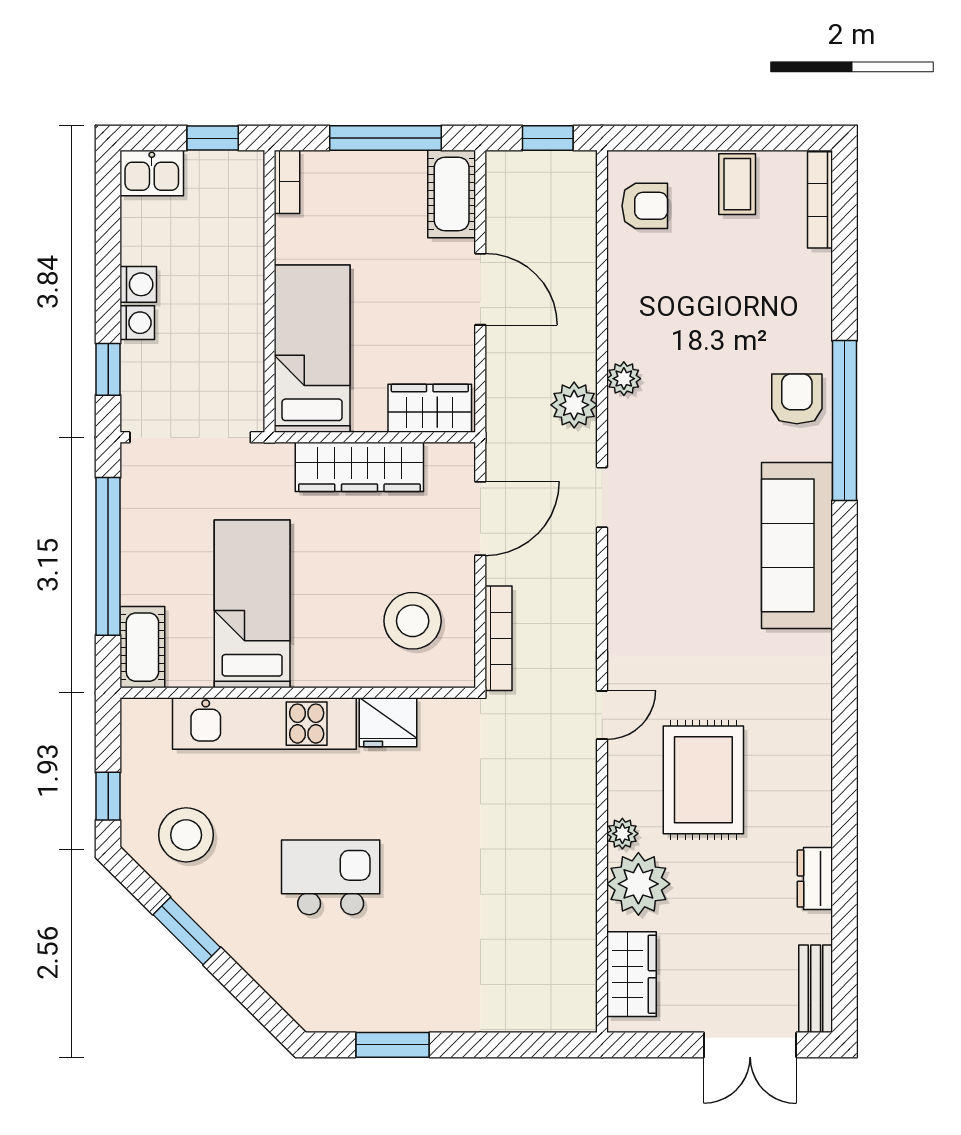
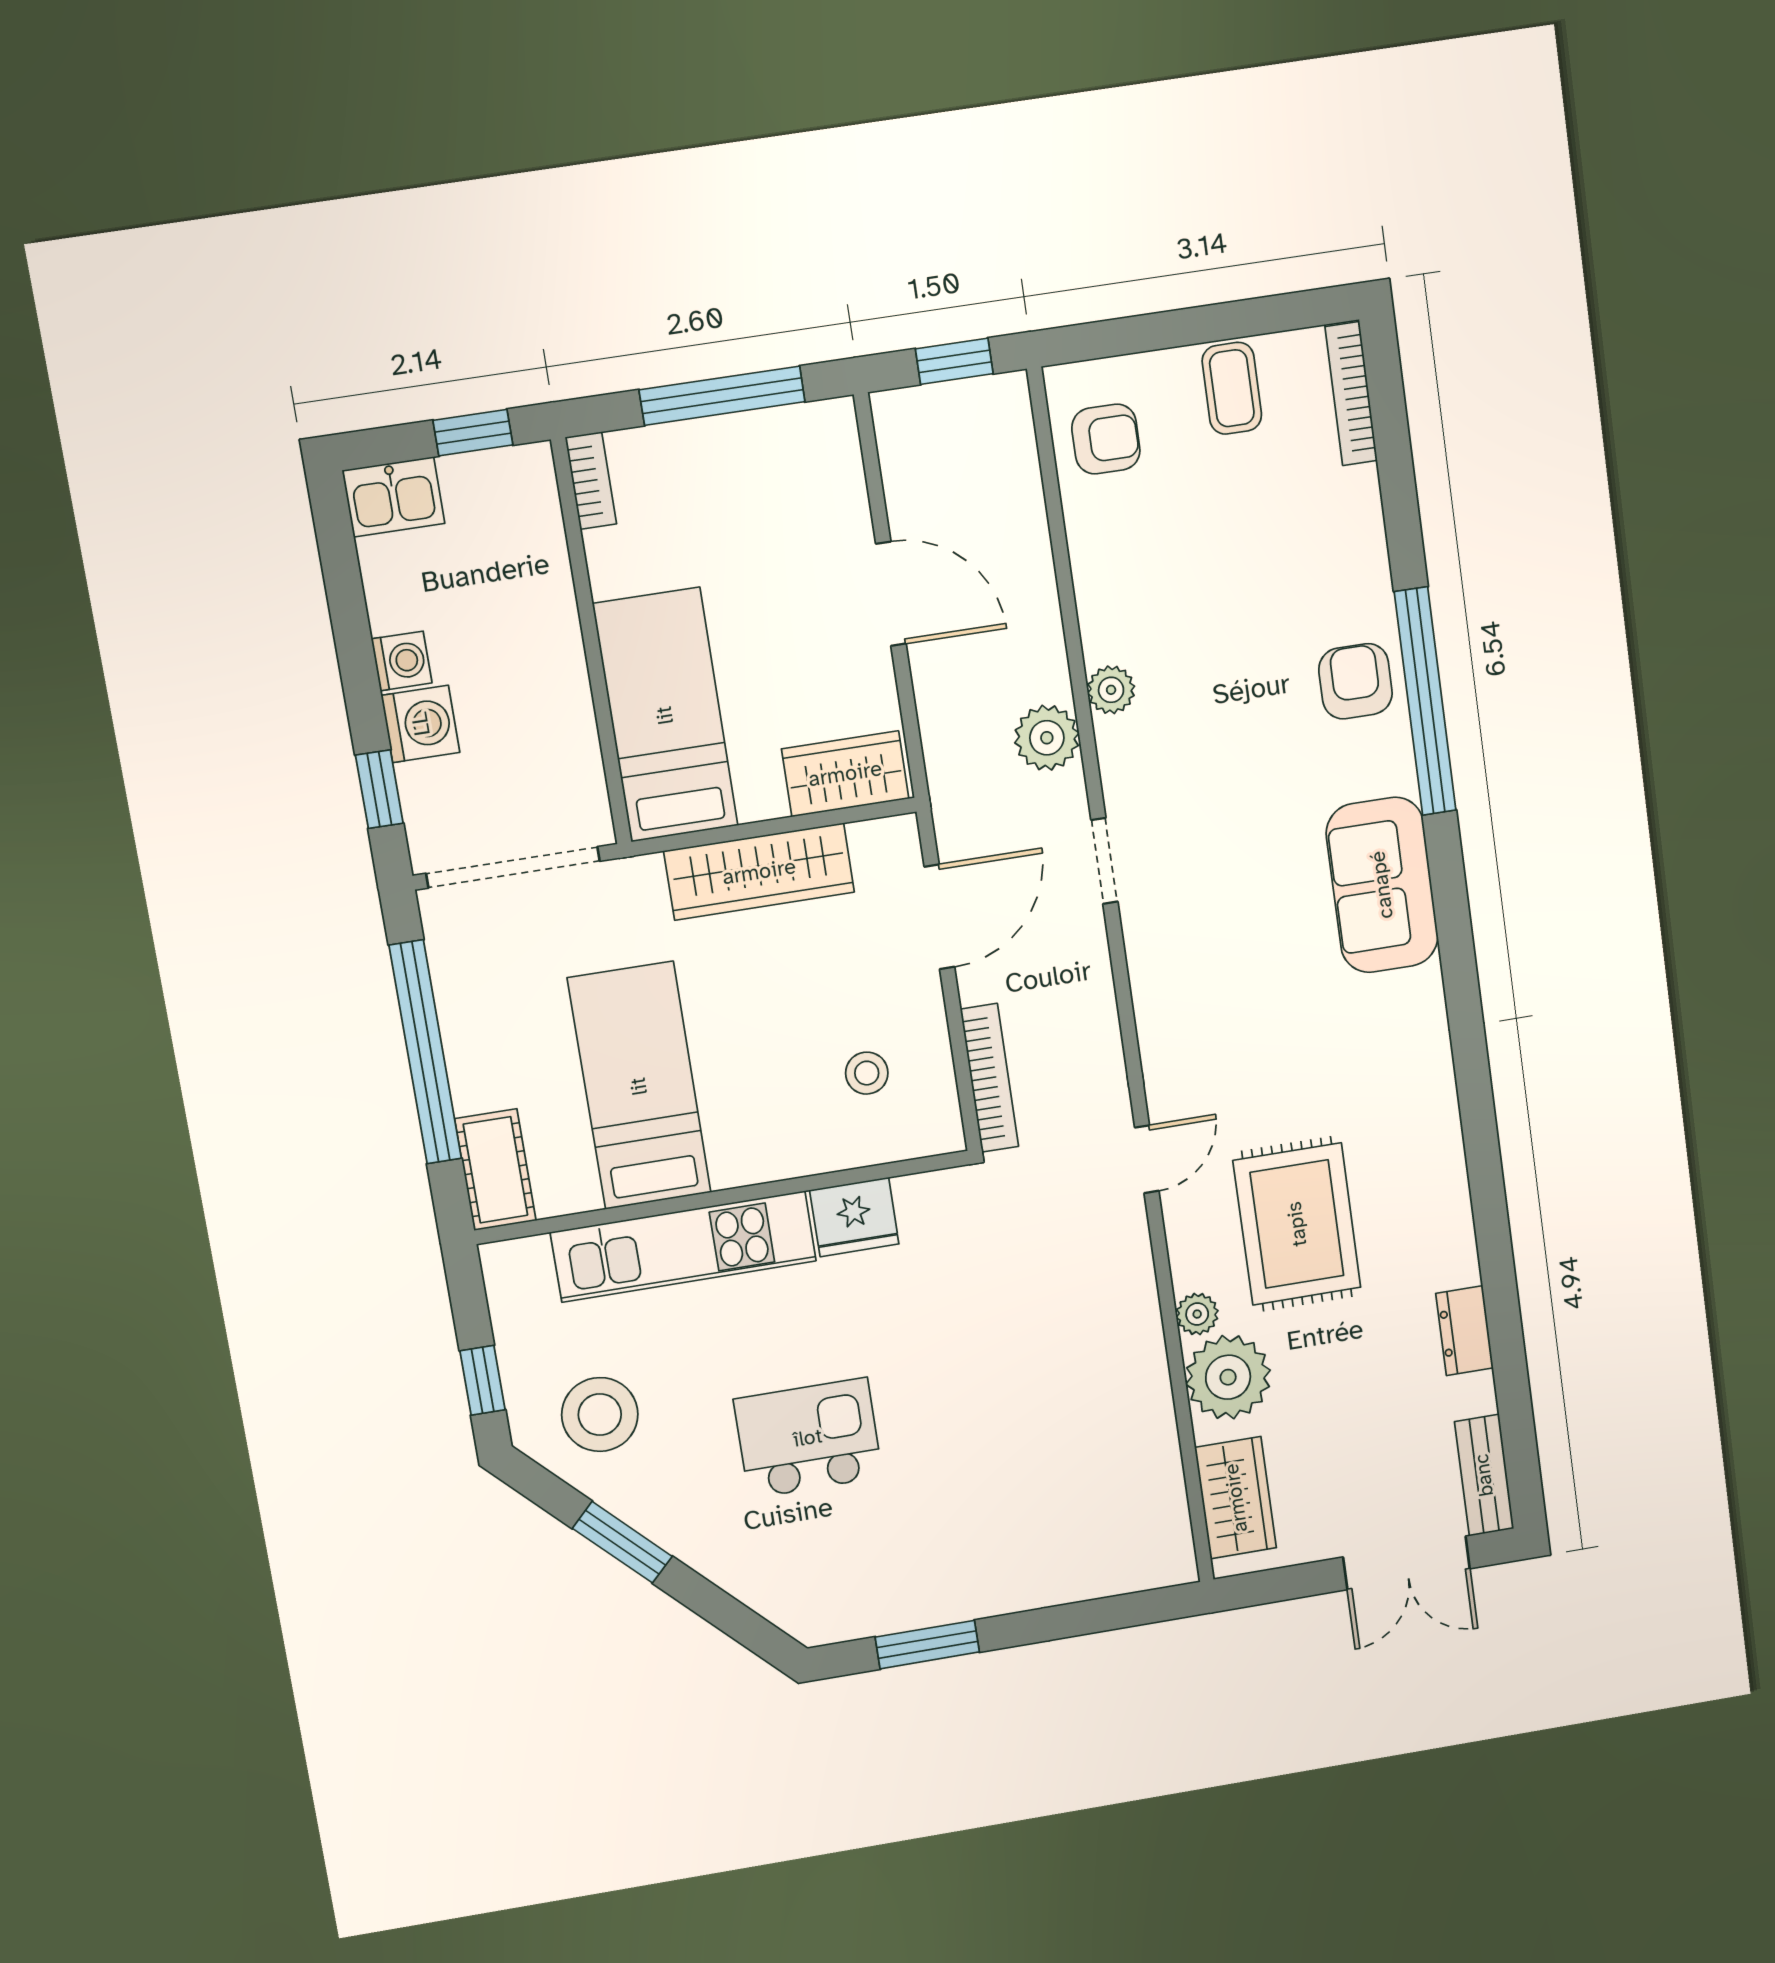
cot: (452, 194) -> (829, 463), removed
washing machine: (137, 323) -> (421, 724), width x1.38, depth x1.38
sofa: (797, 545) -> (1382, 885), width x0.73
stool: (413, 621) -> (867, 1073), width x0.53, depth x0.53

